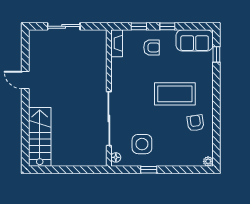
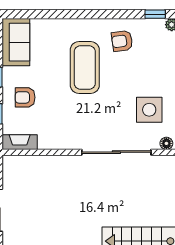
armchair: (152, 47) -> (25, 97), turned -90
window: (216, 54) -> (155, 14), moved

